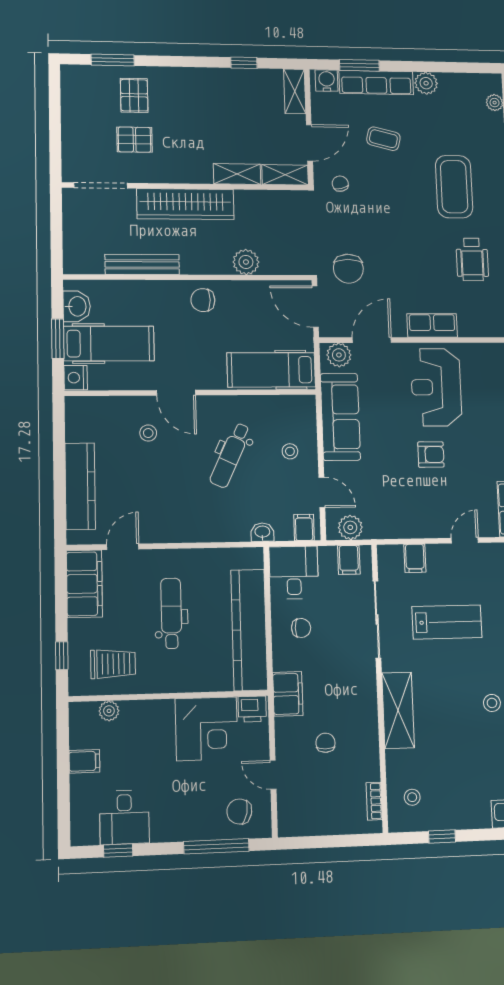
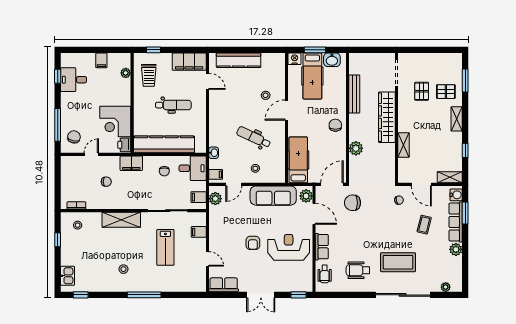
shelving: (285, 175) -> (457, 119), moved
wheelchair: (482, 320) -> (325, 274), added

